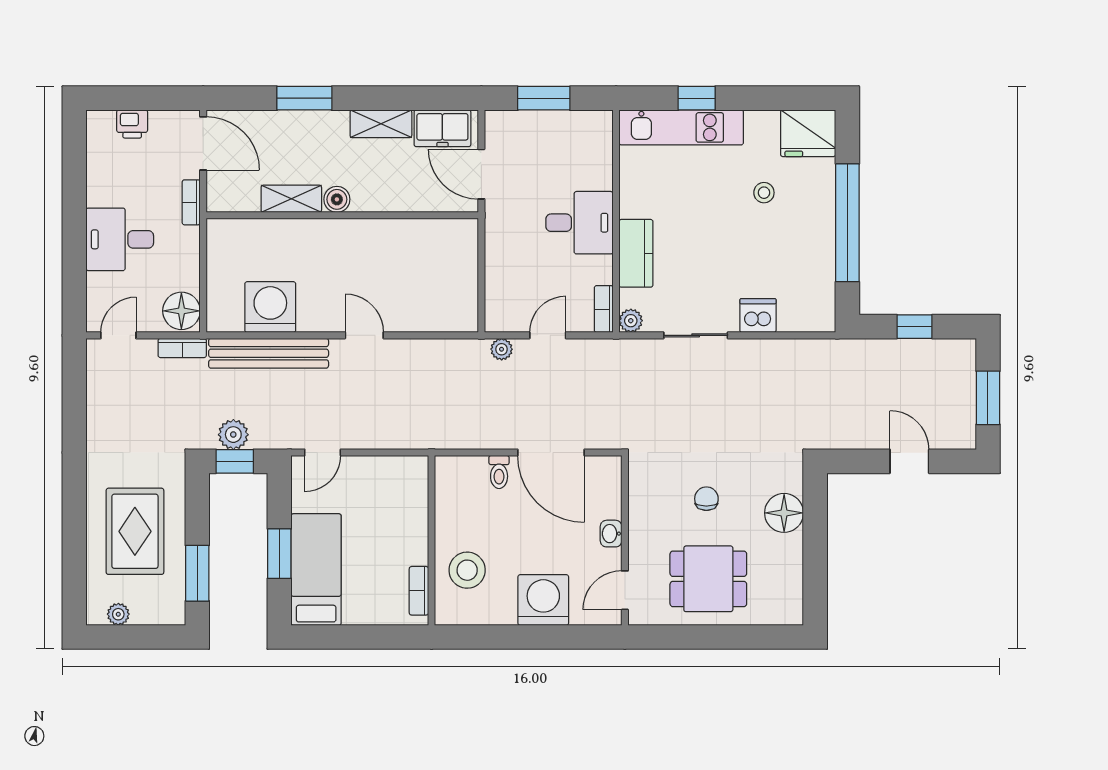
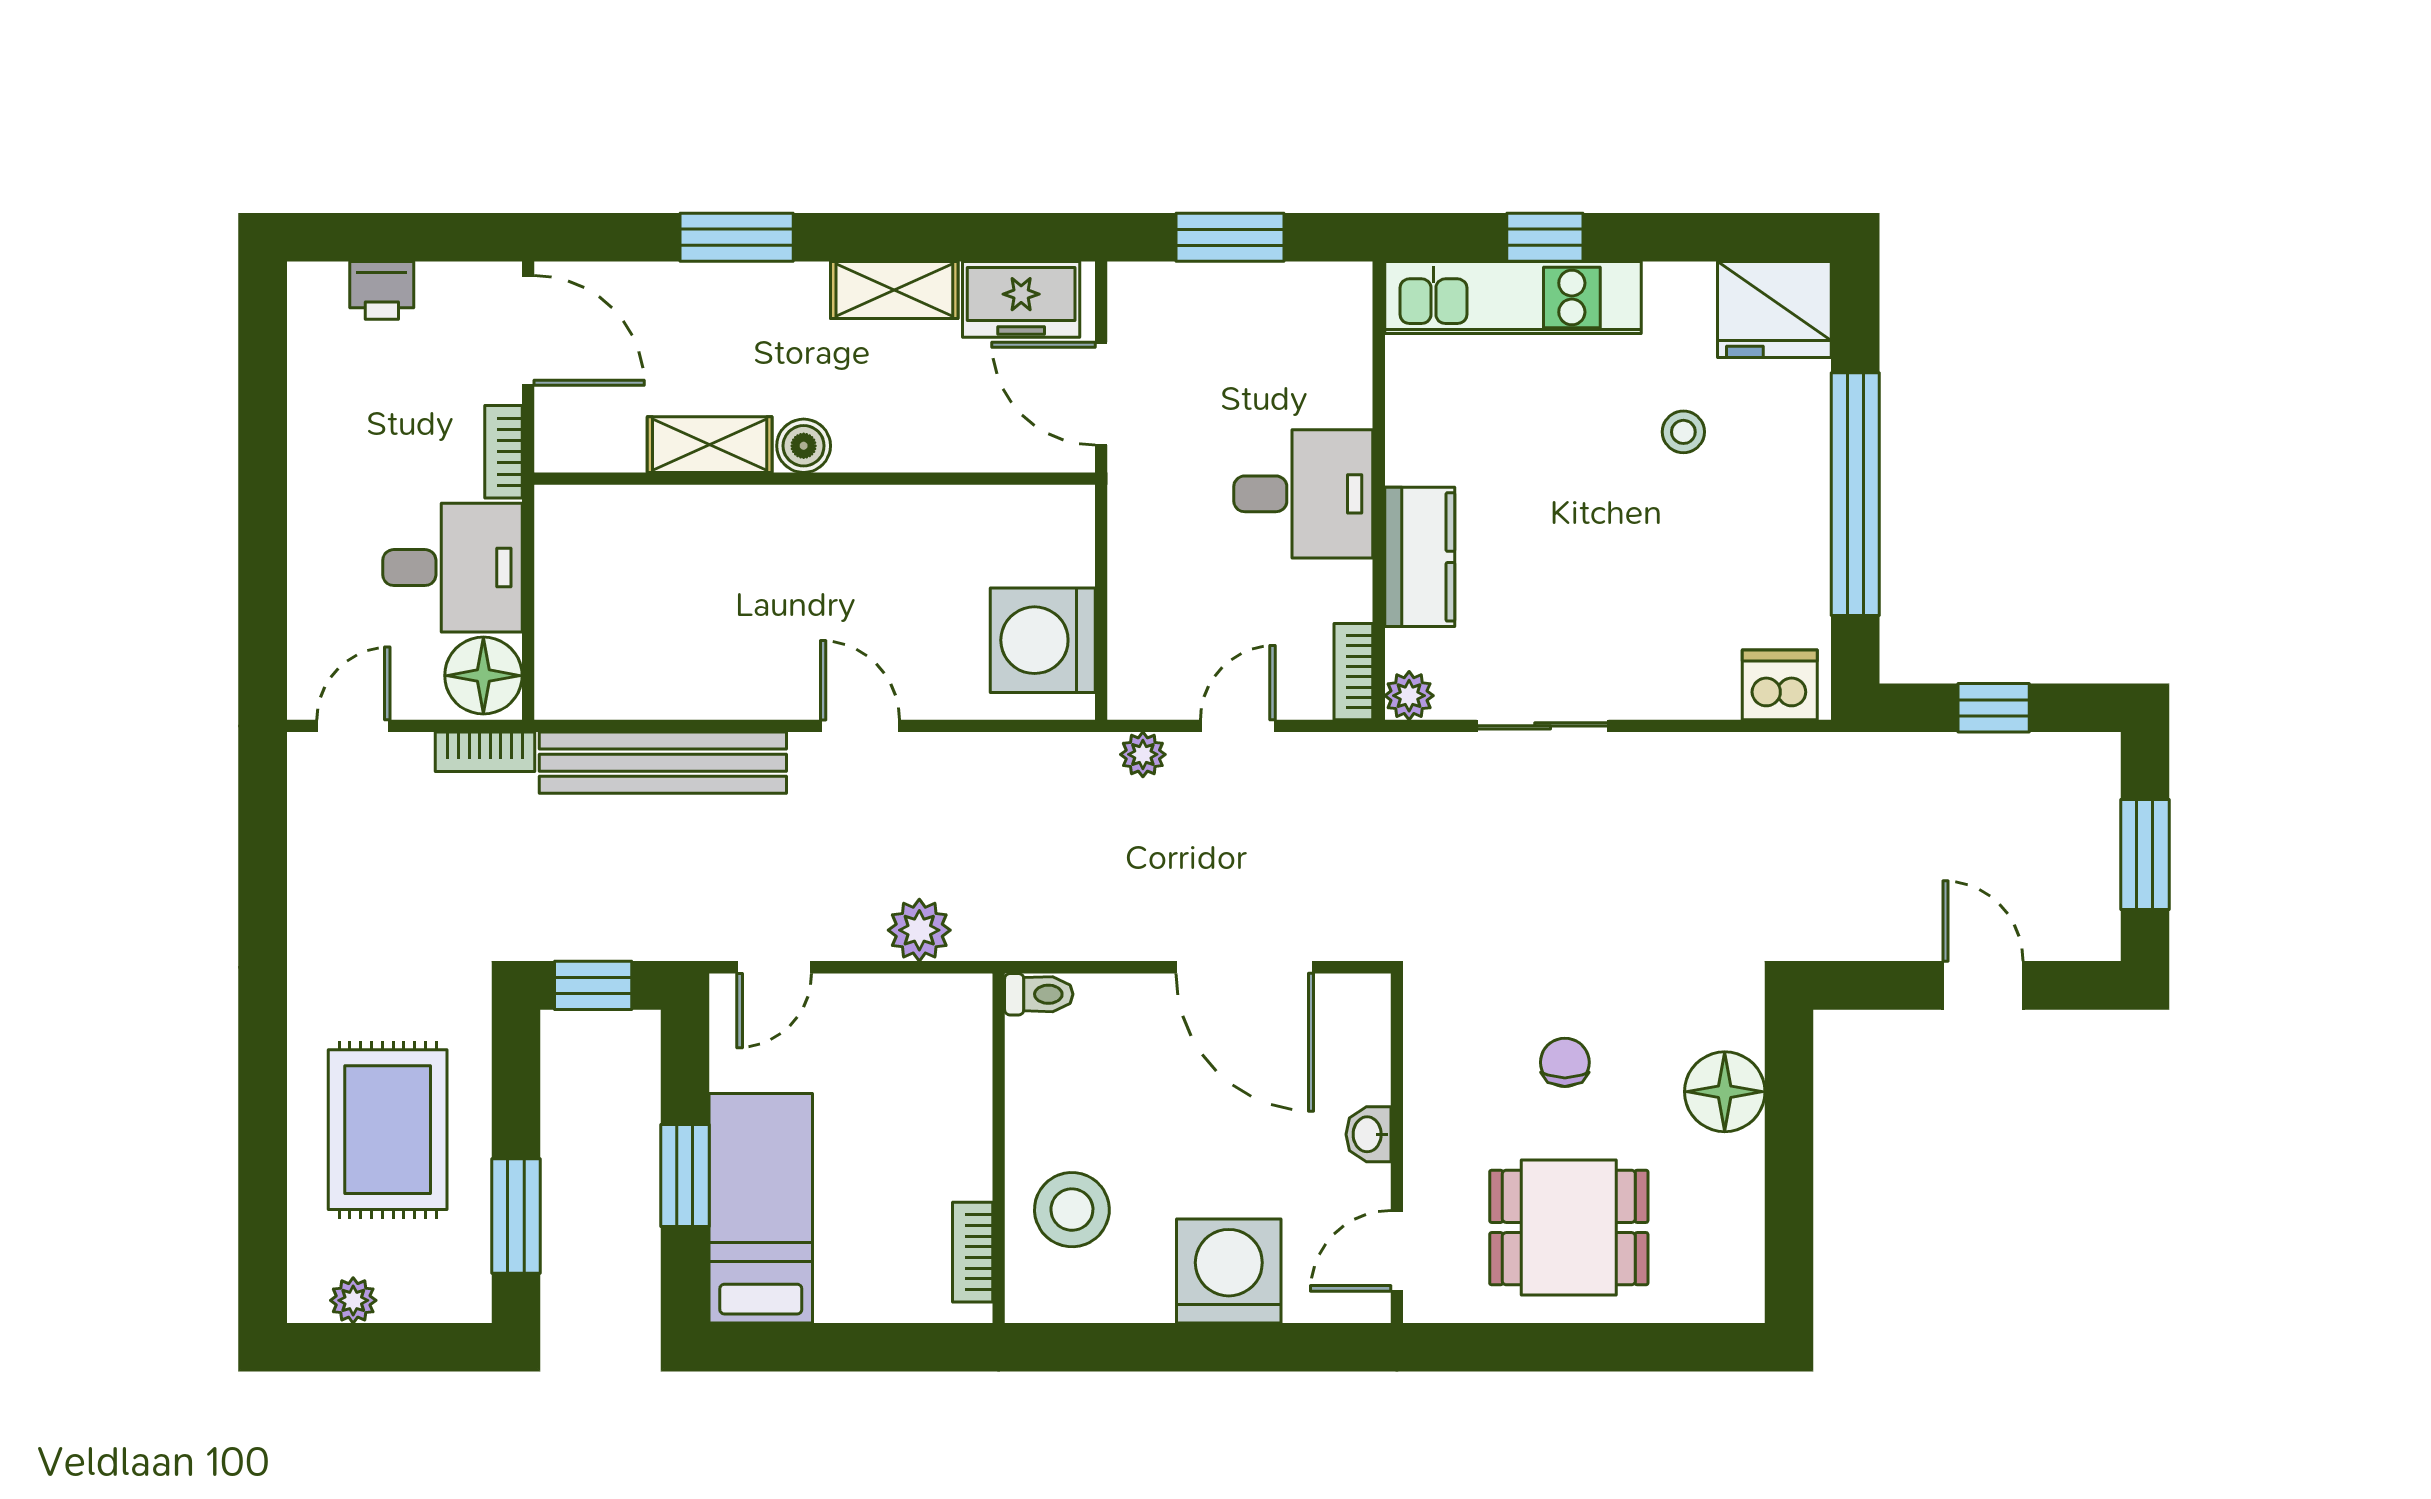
desk: (120, 239) -> (452, 568), moved, turned 180
washing machine: (270, 307) -> (1043, 640), moved, turned -90
dishwasher: (758, 315) -> (1780, 685), moved
plant: (233, 435) -> (919, 930), moved
toilet: (499, 472) -> (1039, 994), moved, turned -90

